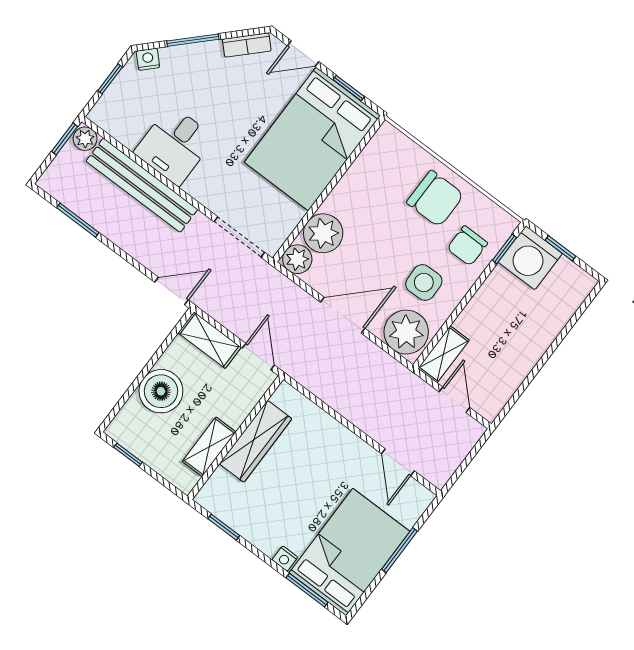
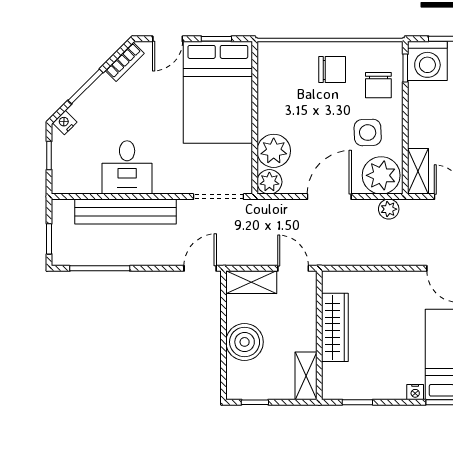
window: (65, 139) -> (49, 239), moved
plant: (85, 139) -> (389, 209), moved
chair: (435, 199) -> (332, 70), width x0.73, depth x0.73
window: (78, 220) -> (100, 268), width x1.44
shelving: (209, 447) -> (306, 376), moved

